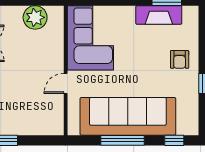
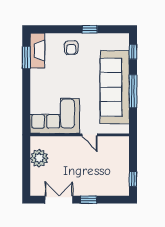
fireplace: (159, 15) -> (37, 51), moved
armchair: (180, 59) -> (71, 48), turned 90

